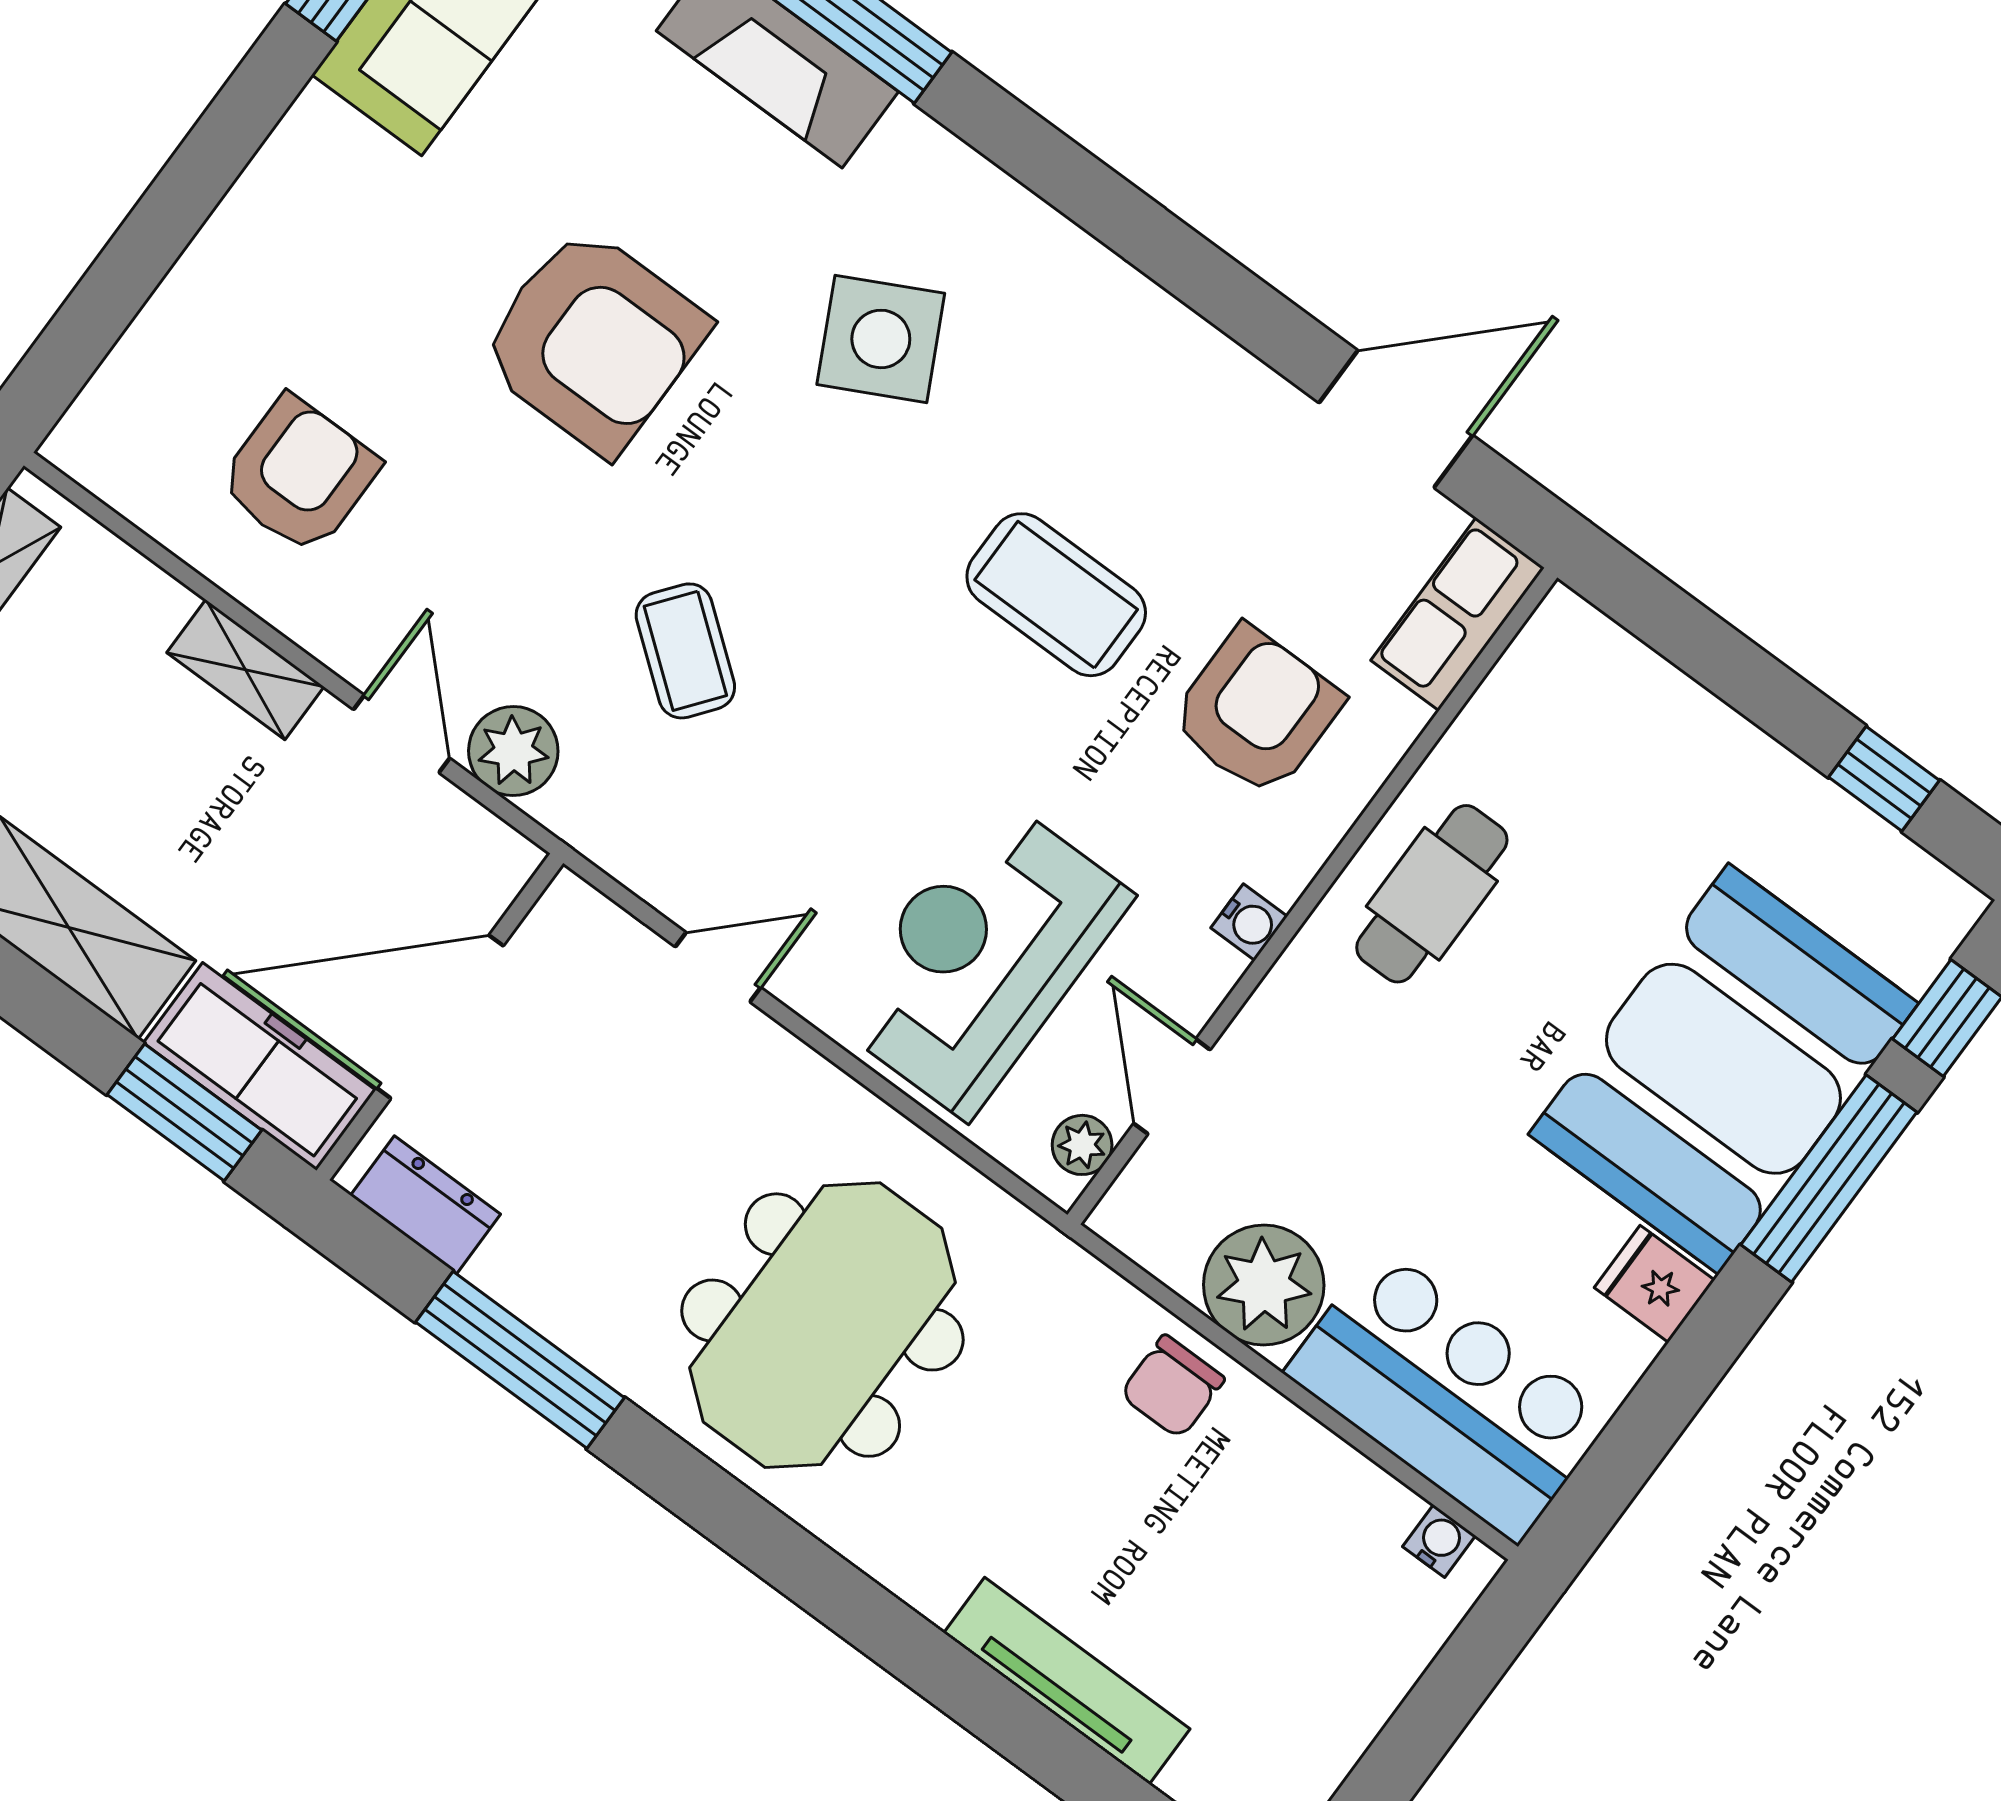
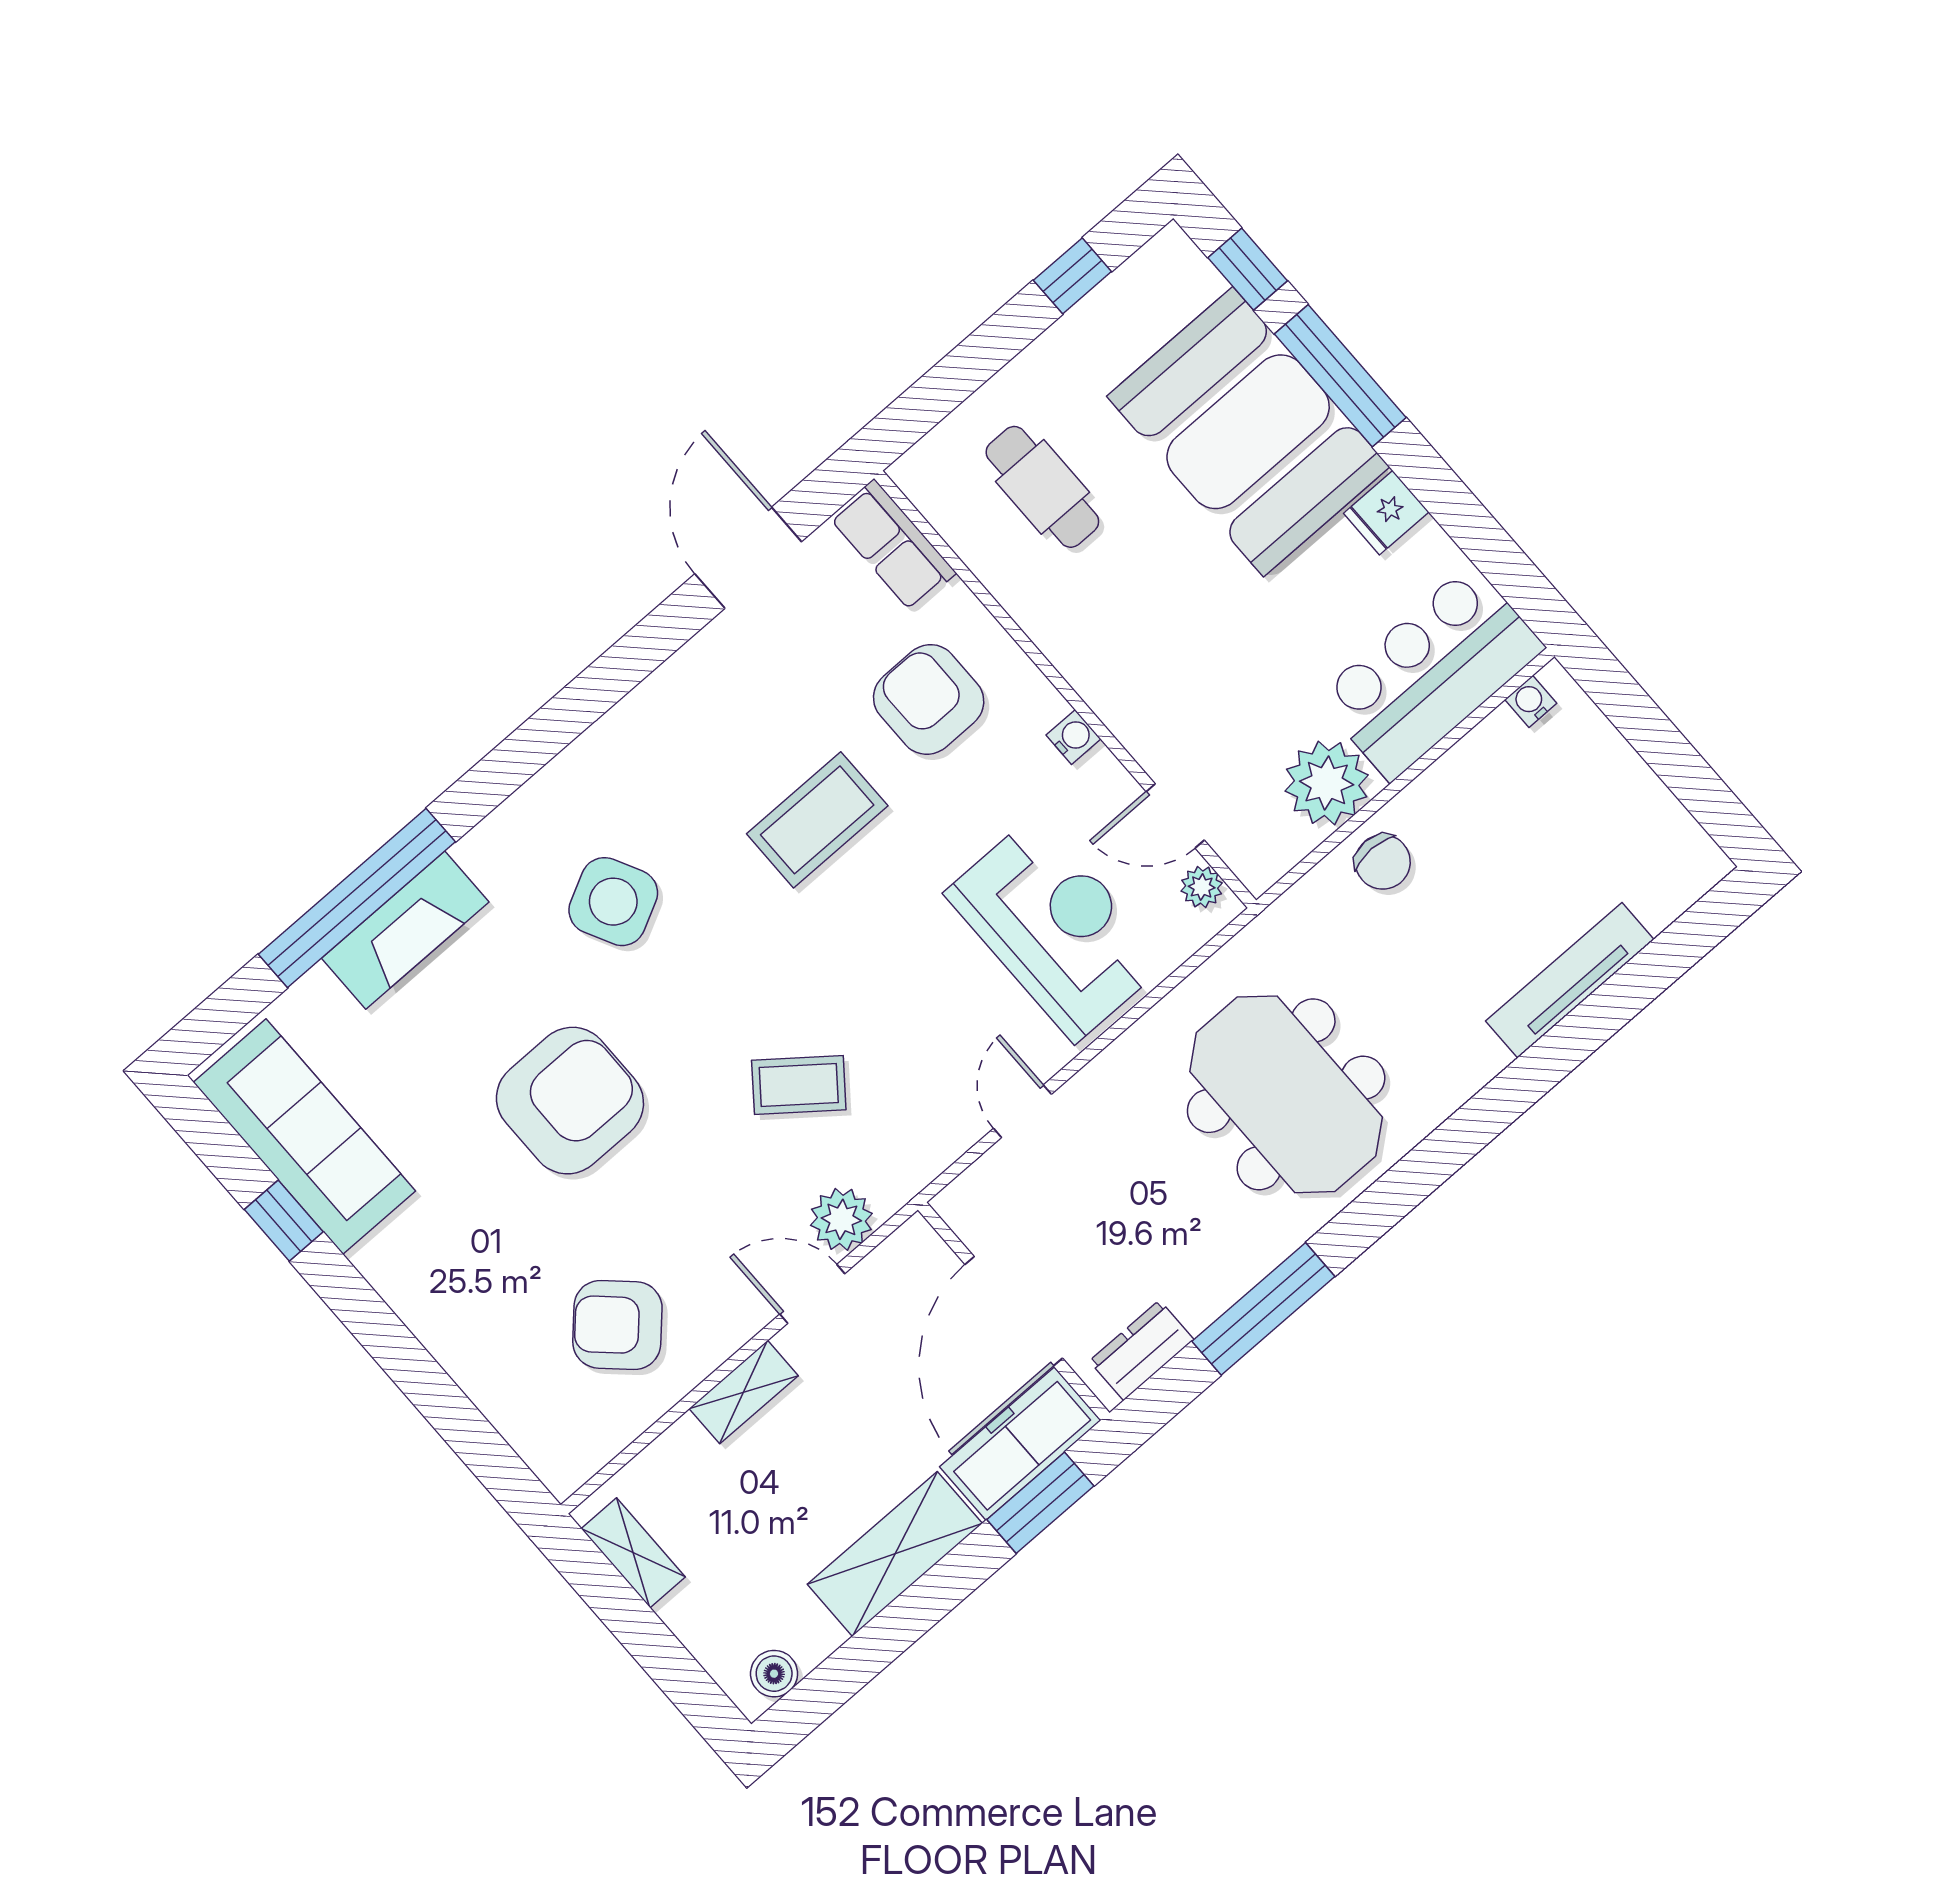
armchair: (299, 475) -> (617, 1325), turned -47
cafe table: (1432, 894) -> (1042, 487), moved
reception desk: (981, 957) -> (1056, 928), turned 180

